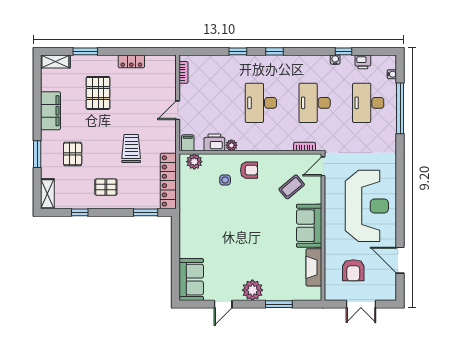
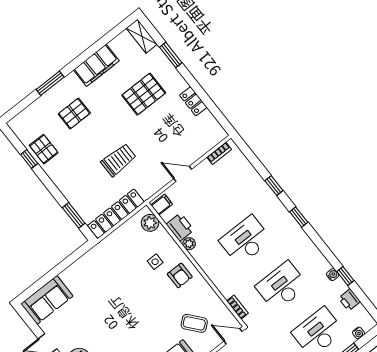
pallet: (106, 187) -> (44, 149), moved
shelving: (47, 194) -> (23, 119), removed

